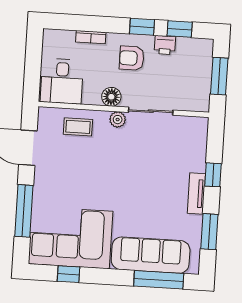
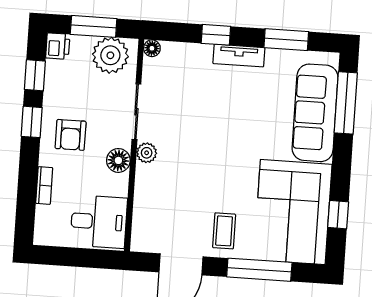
printer: (165, 45) -> (58, 46), moved
plant: (196, 90) -> (110, 55), added
floor lamp: (202, 123) -> (152, 48), added
coffee table: (78, 127) -> (224, 231), moved

